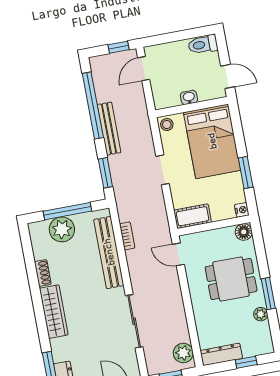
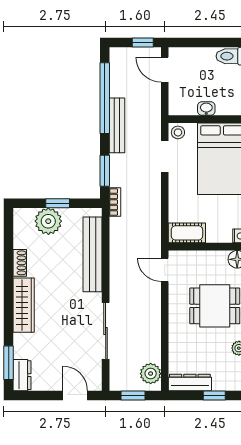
door: (144, 69) -> (165, 70), hinge flipped
doorway: (163, 170) -> (165, 156), moved
window: (67, 211) -> (58, 203), width x0.46
bookcase: (127, 236) -> (115, 202), moved

